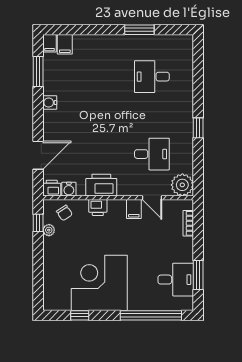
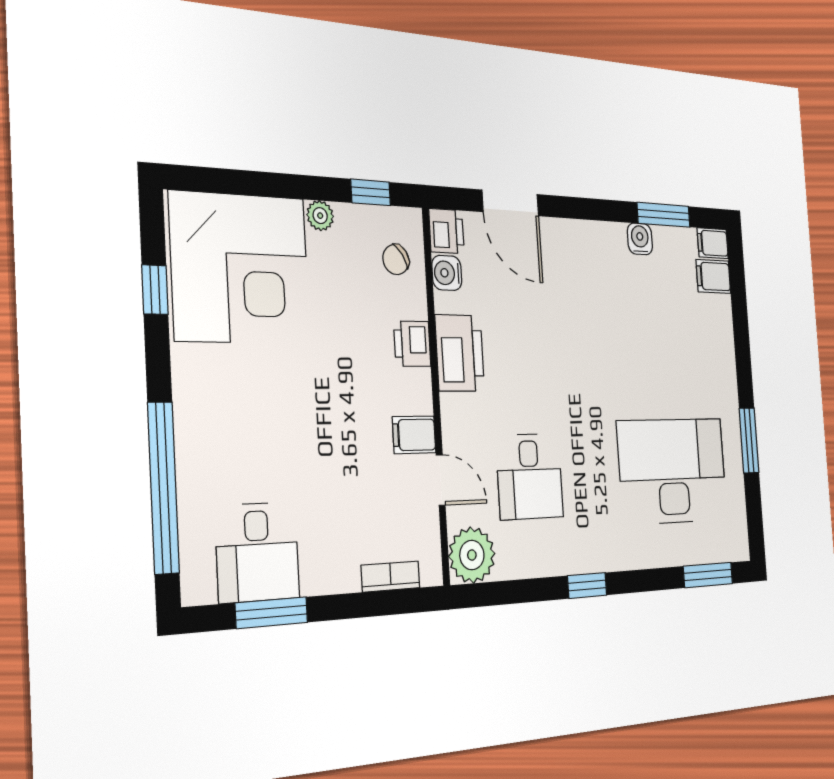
window: (198, 60) -> (708, 575), added
desk: (152, 77) -> (673, 471), width x1.87, depth x1.30
water cooler: (50, 103) -> (640, 239), moved
door: (152, 198) -> (441, 480), swing flipped
plant: (49, 230) -> (320, 216), moved
corner desk: (99, 283) -> (240, 268), moved, turned 90

